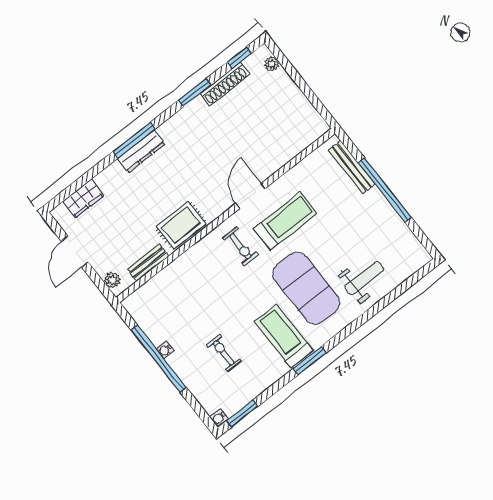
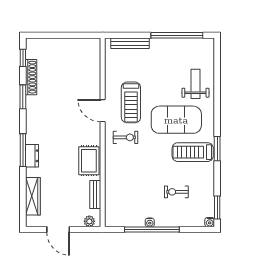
plant: (272, 64) -> (40, 43), removed
dresser: (141, 151) -> (32, 156), width x0.70
window: (385, 190) -> (177, 35), moved
wardrobe: (83, 199) -> (33, 196), width x1.50
treadmill: (285, 221) -> (131, 102), turned 180

